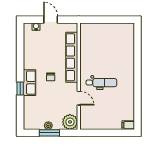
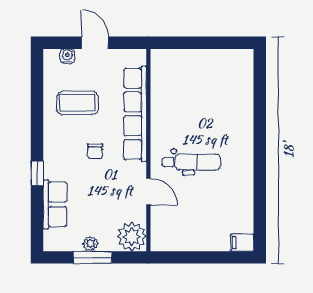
coffee table: (41, 51) -> (77, 103), added
row of seats: (29, 83) -> (55, 204), moved

